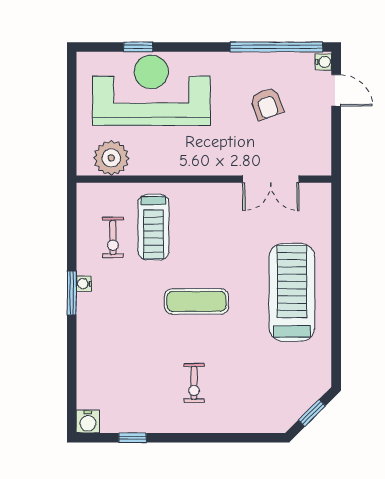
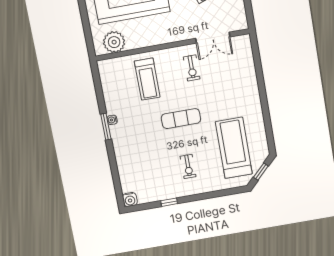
exercise bike: (113, 237) -> (192, 68), moved
treadmill: (292, 292) -> (234, 148), moved
window: (132, 438) -> (169, 202), moved

